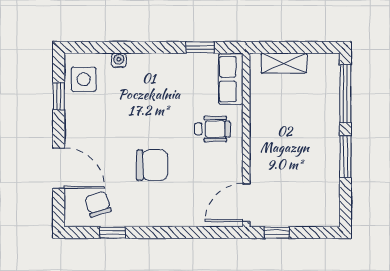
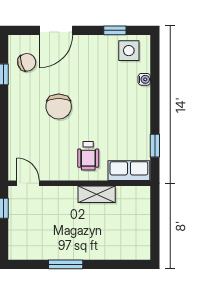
shelving: (284, 63) -> (97, 194), moved, turned 90
window: (345, 94) -> (117, 264), removed
door: (246, 203) -> (28, 183), width x0.73

